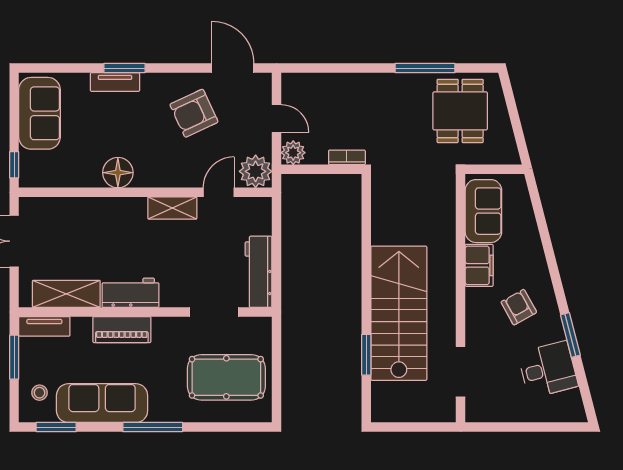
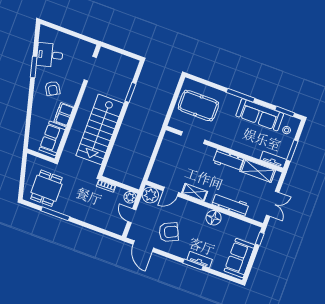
workbench: (259, 272) -> (231, 204), moved, turned -90
stairs: (399, 313) -> (100, 129), moved
piano: (122, 330) -> (238, 145), removed

